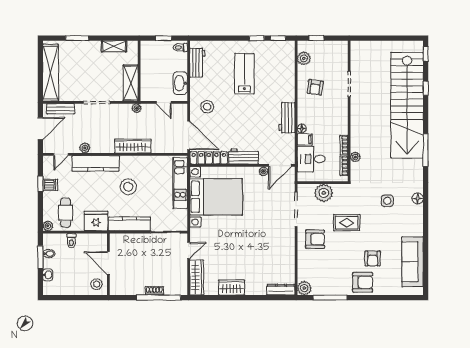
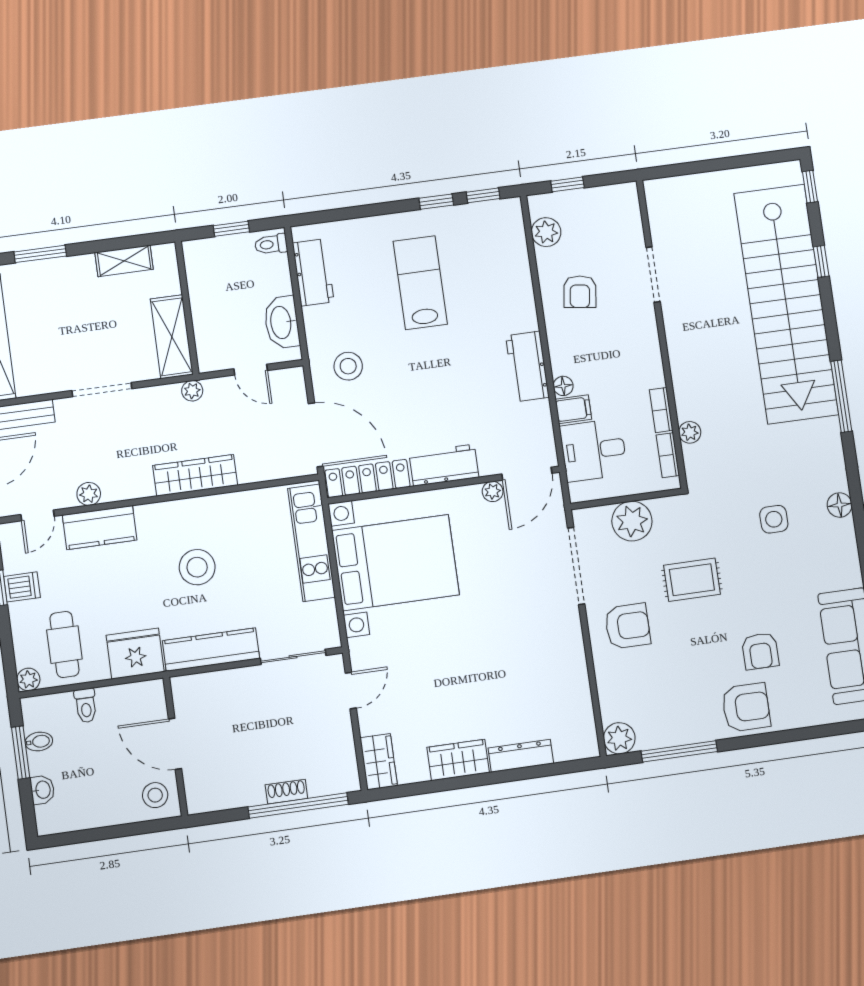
kitchen counter: (96, 163) -> (100, 528), width x0.67
wardrobe: (197, 278) -> (379, 762), width x0.67
dresser: (281, 290) -> (521, 756), moved

